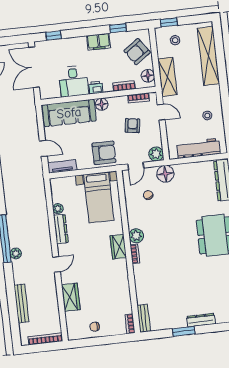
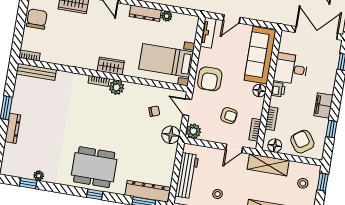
bench: (144, 318) -> (36, 72), width x1.36
chair: (95, 327) -> (37, 19), width x1.87, depth x1.87

